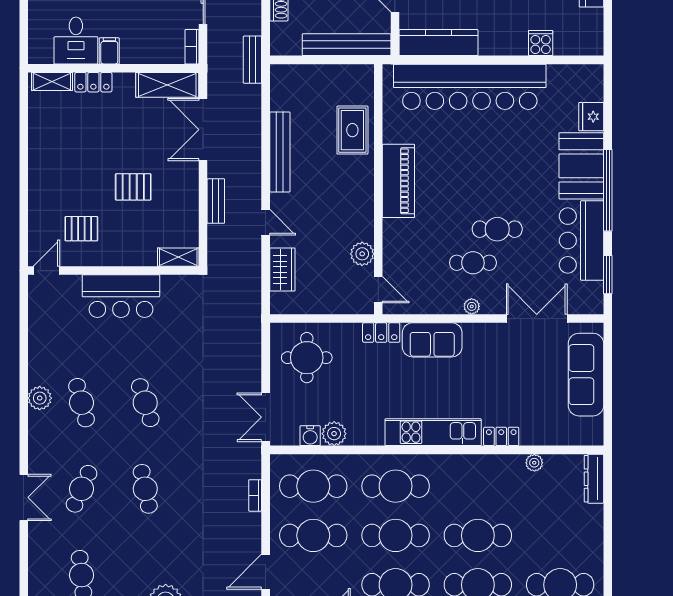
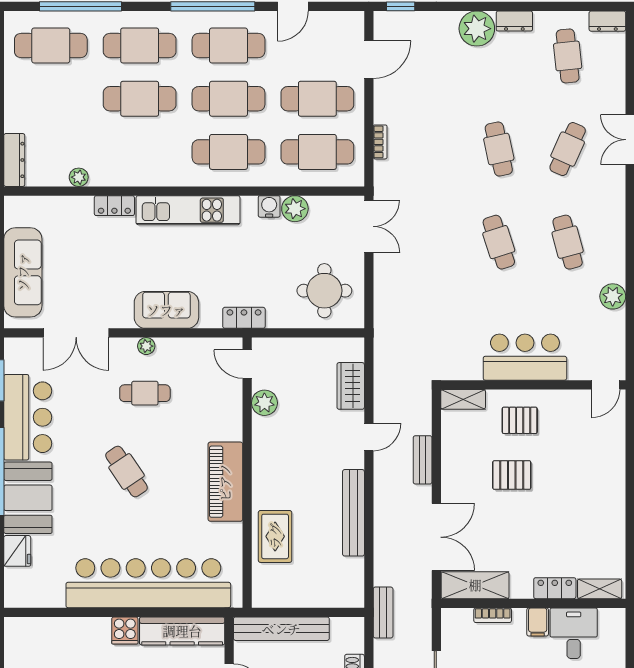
cooker: (541, 43) -> (125, 630), moved
bookcase: (192, 47) -> (493, 615), moved, turned 90
door: (266, 222) -> (369, 437), swing flipped
pallet: (81, 229) -> (520, 420), moved
cafe table: (497, 229) -> (127, 472), moved, turned 56
sofa: (432, 340) -> (166, 310), moved
plant: (40, 398) -> (613, 296), moved
water cooler: (310, 436) -> (269, 206), moved

